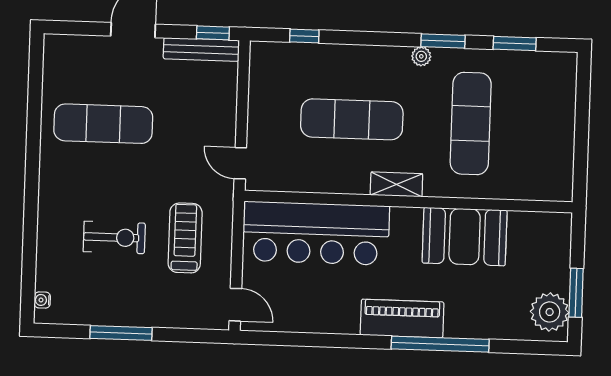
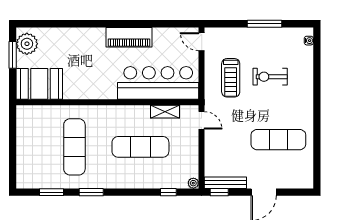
plant: (421, 56) -> (193, 183), moved
shelving: (396, 184) -> (165, 112), moved
booth: (465, 237) -> (39, 84), moved
piano: (402, 318) -> (129, 37), moved
window: (440, 344) -> (87, 24), removed

